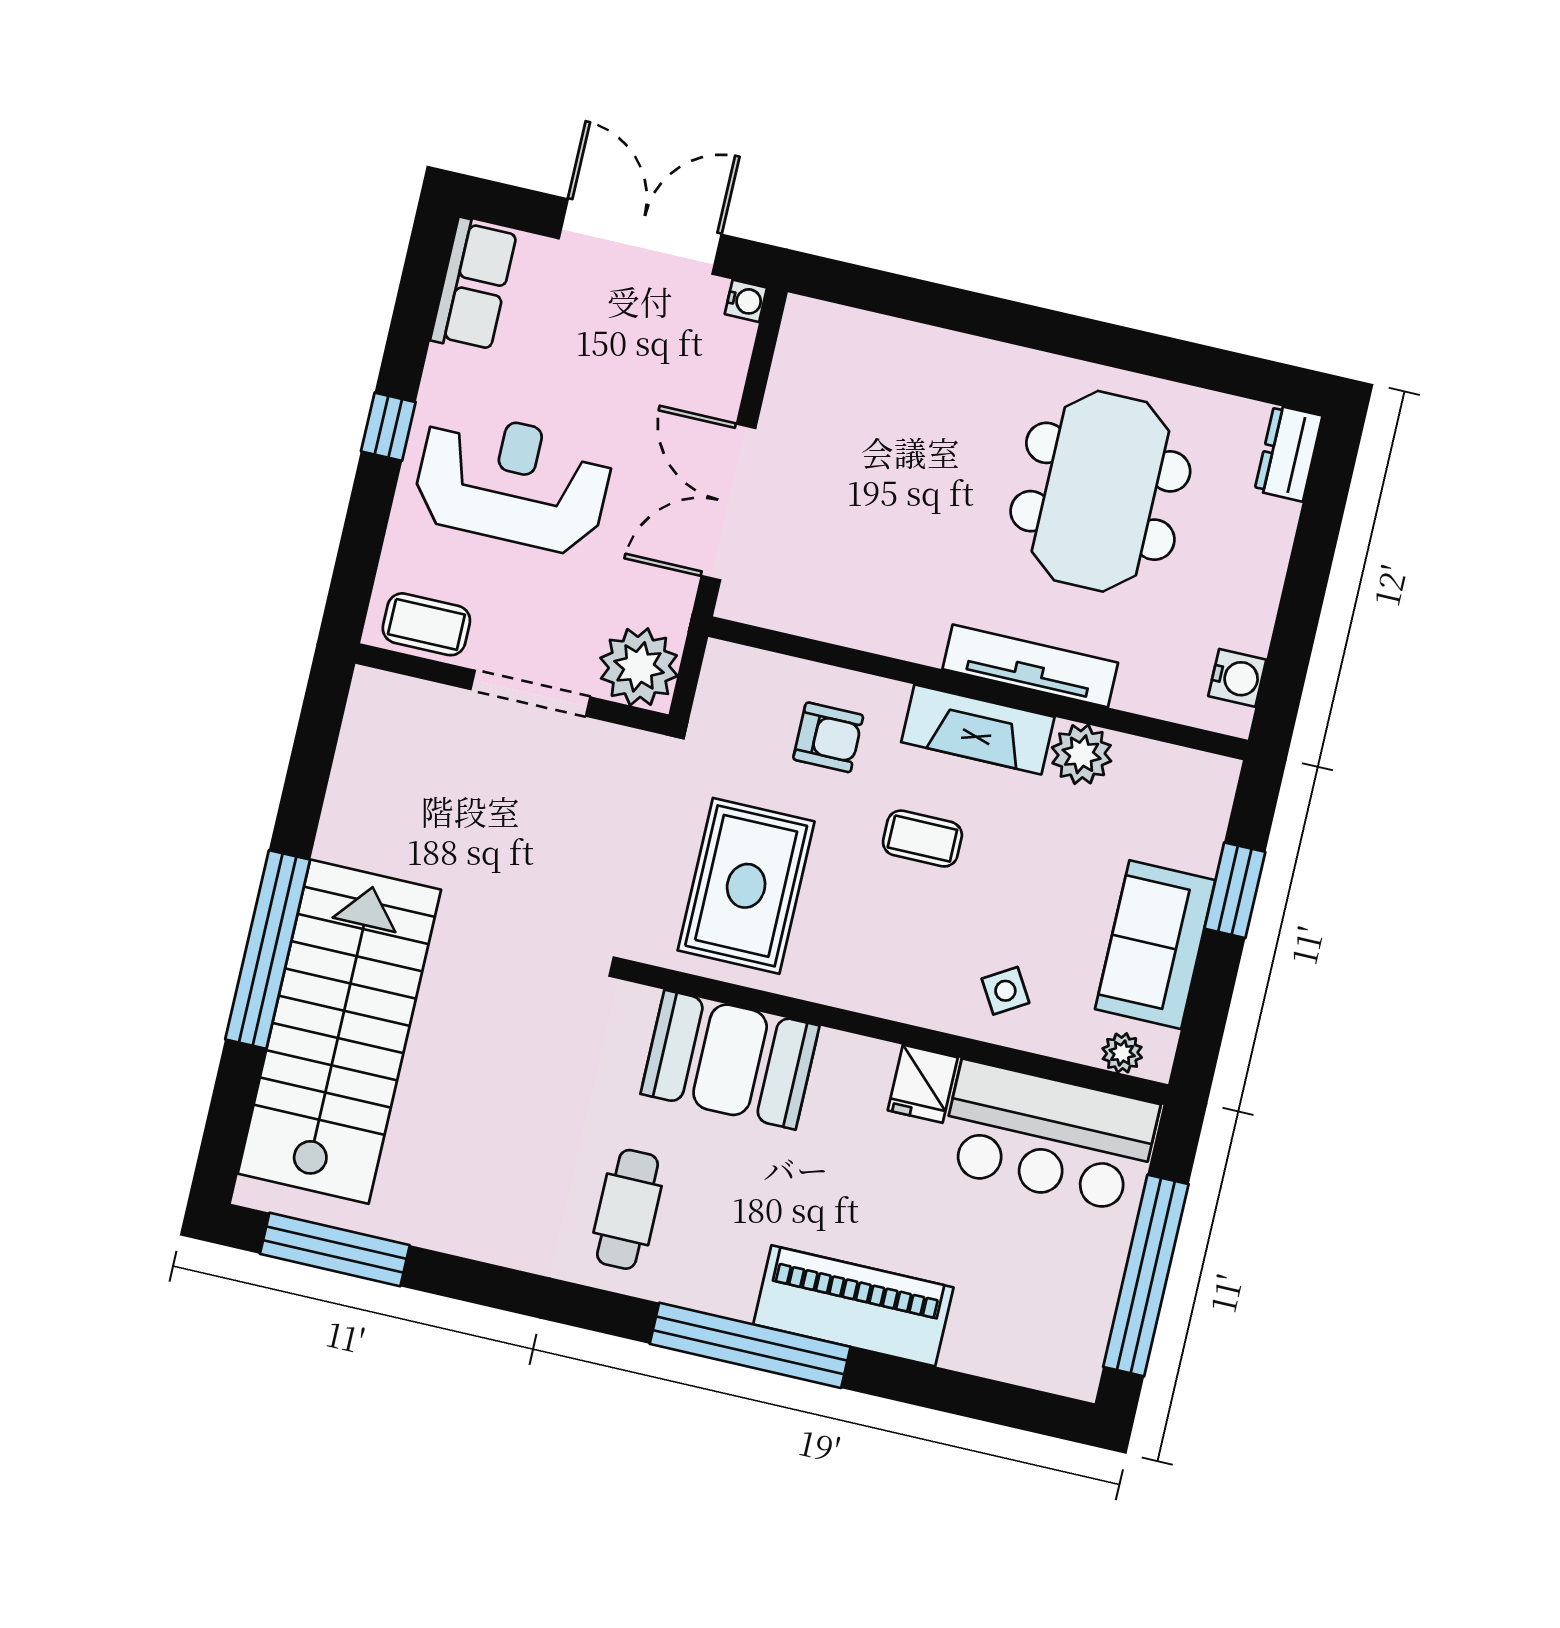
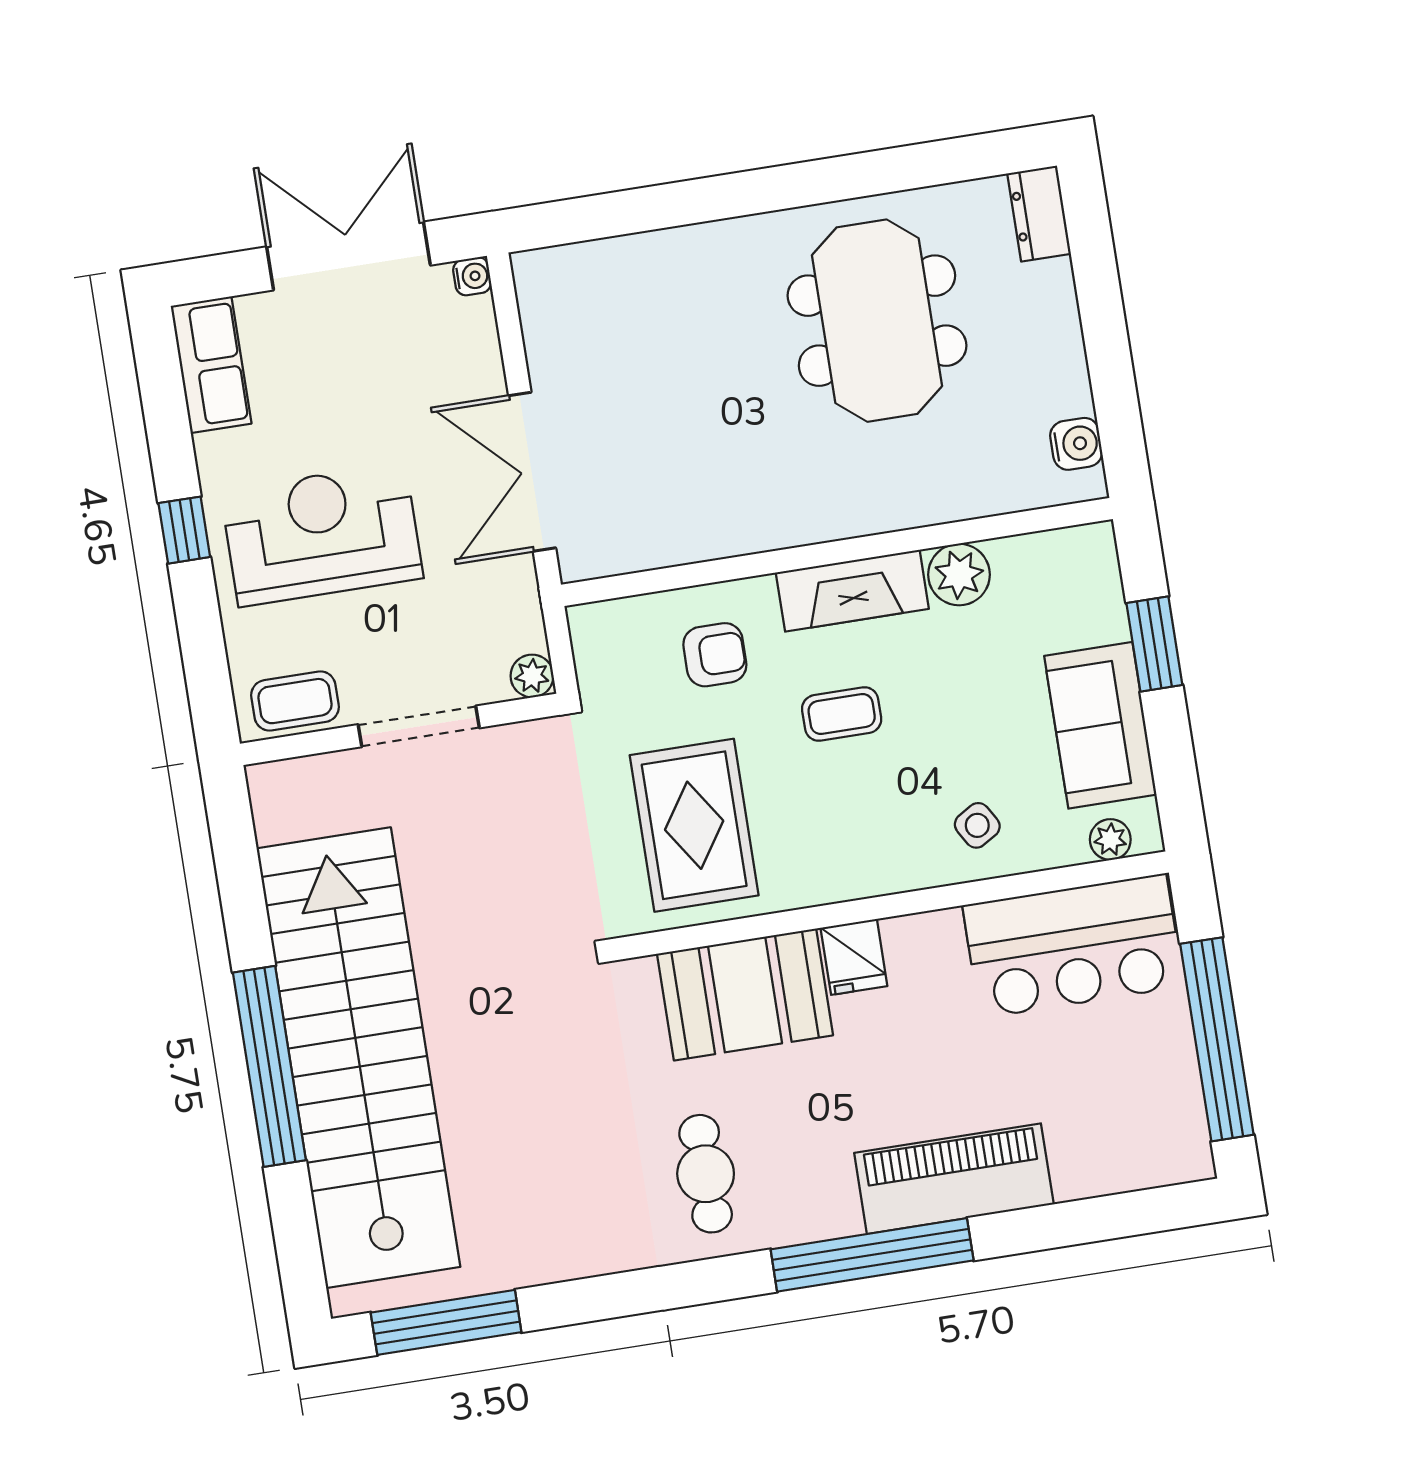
tv unit: (1030, 666) -> (877, 511), removed
plant: (639, 667) -> (532, 676), width x0.53, depth x0.53
stairs: (339, 1032) -> (358, 1058), width x1.36
fridge: (923, 1084) -> (854, 957), moved

